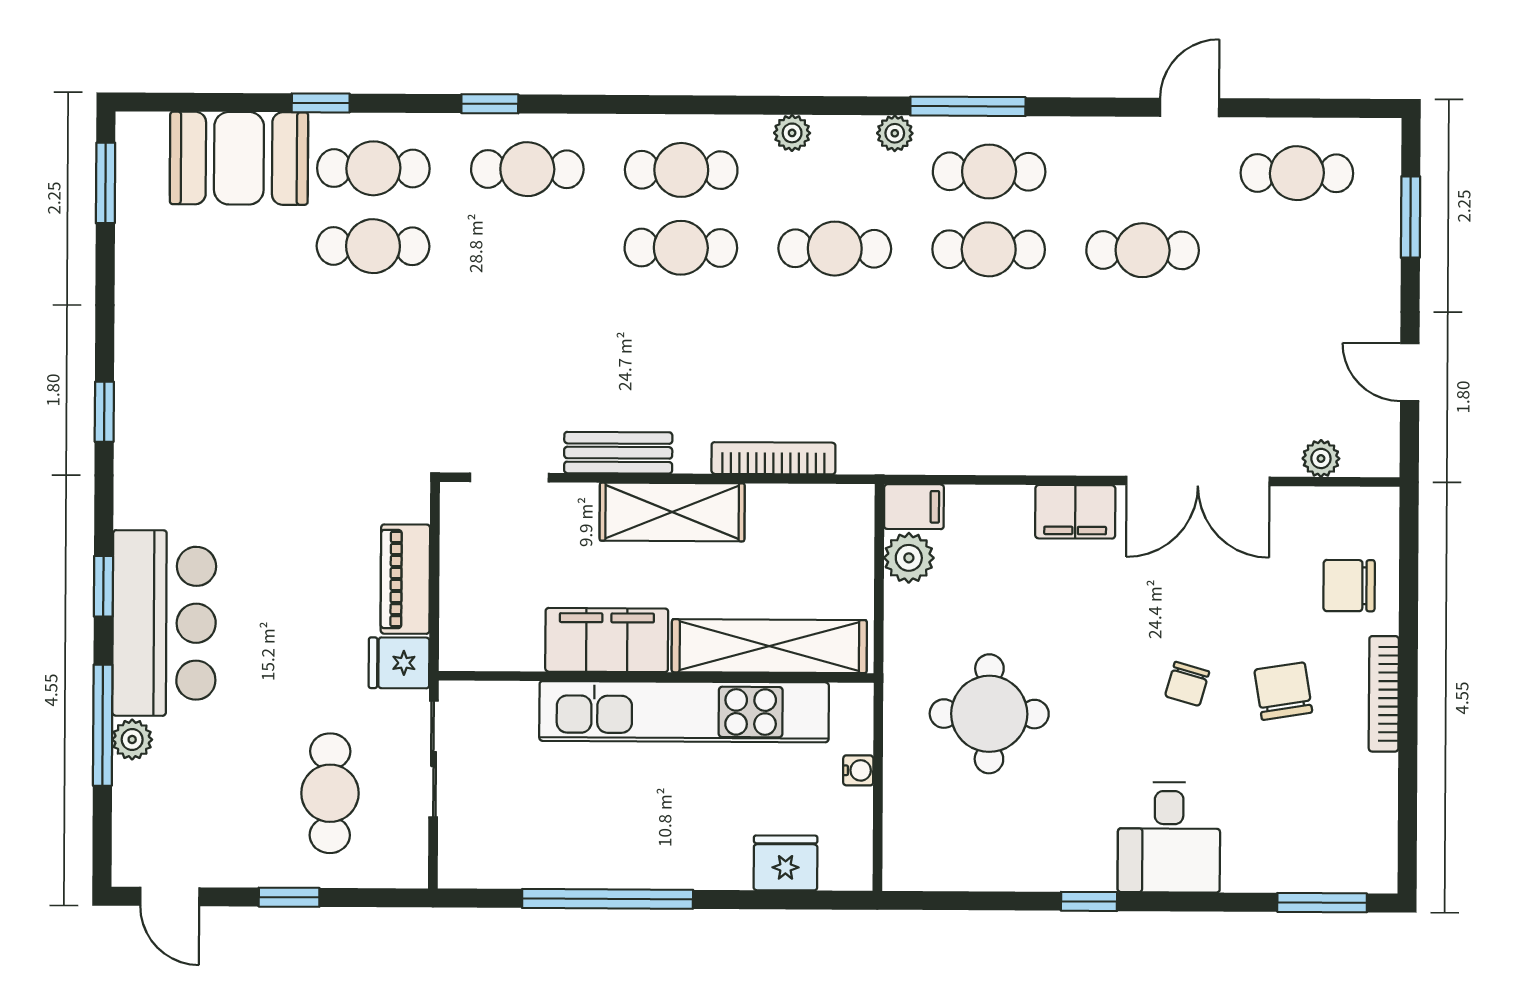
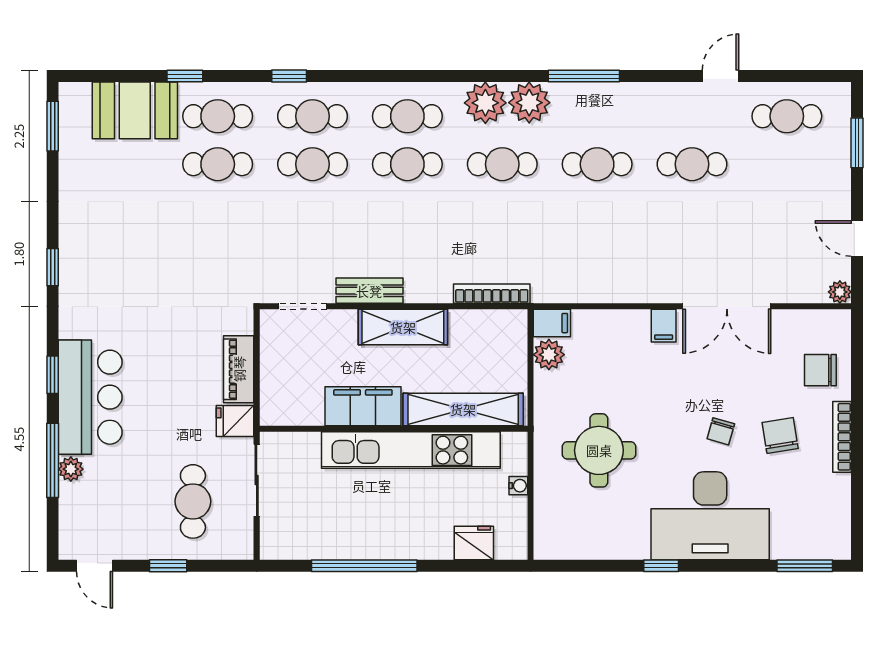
plant: (792, 133) -> (485, 103), width x1.88, depth x1.88
plant: (895, 133) -> (529, 103), width x1.87, depth x1.87
cafe table: (989, 172) -> (313, 164), moved
bookcase: (773, 458) -> (492, 294), moved
plant: (1321, 458) -> (840, 292), moved
filing cabinet: (1075, 512) -> (664, 326), width x0.50
desk: (1169, 837) -> (710, 516), width x1.87, depth x1.30

